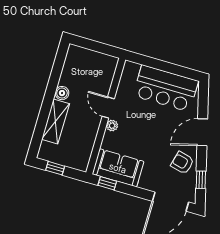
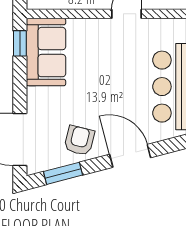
plant: (112, 126) -> (103, 27), removed
window: (201, 180) -> (63, 173), width x1.50

